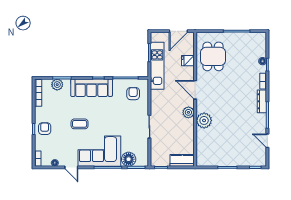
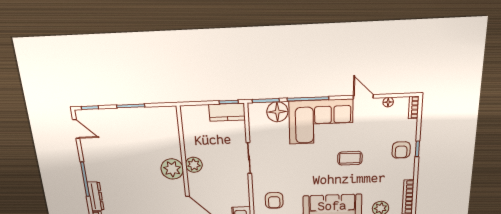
plant: (188, 112) -> (194, 165), moved
door: (267, 141) -> (76, 129), moved
kitchen counter: (182, 160) -> (227, 112), moved

